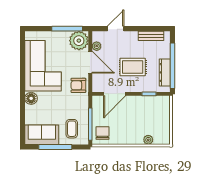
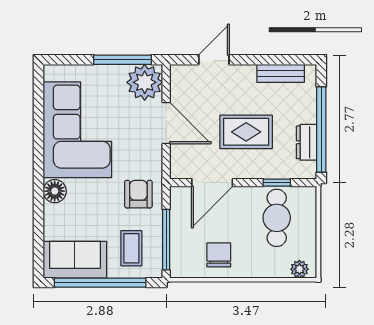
plant: (97, 46) -> (178, 93), removed
dresser: (165, 72) -> (307, 142), width x0.70
armchair: (78, 85) -> (138, 194), moved, turned 90
cafe table: (149, 113) -> (277, 218), added
chair: (102, 133) -> (219, 255), moved
plant: (148, 140) -> (299, 269), moved
window: (55, 147) -> (100, 283), width x1.46

